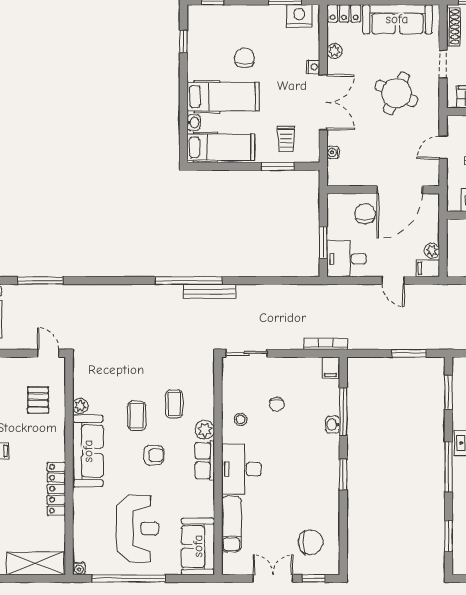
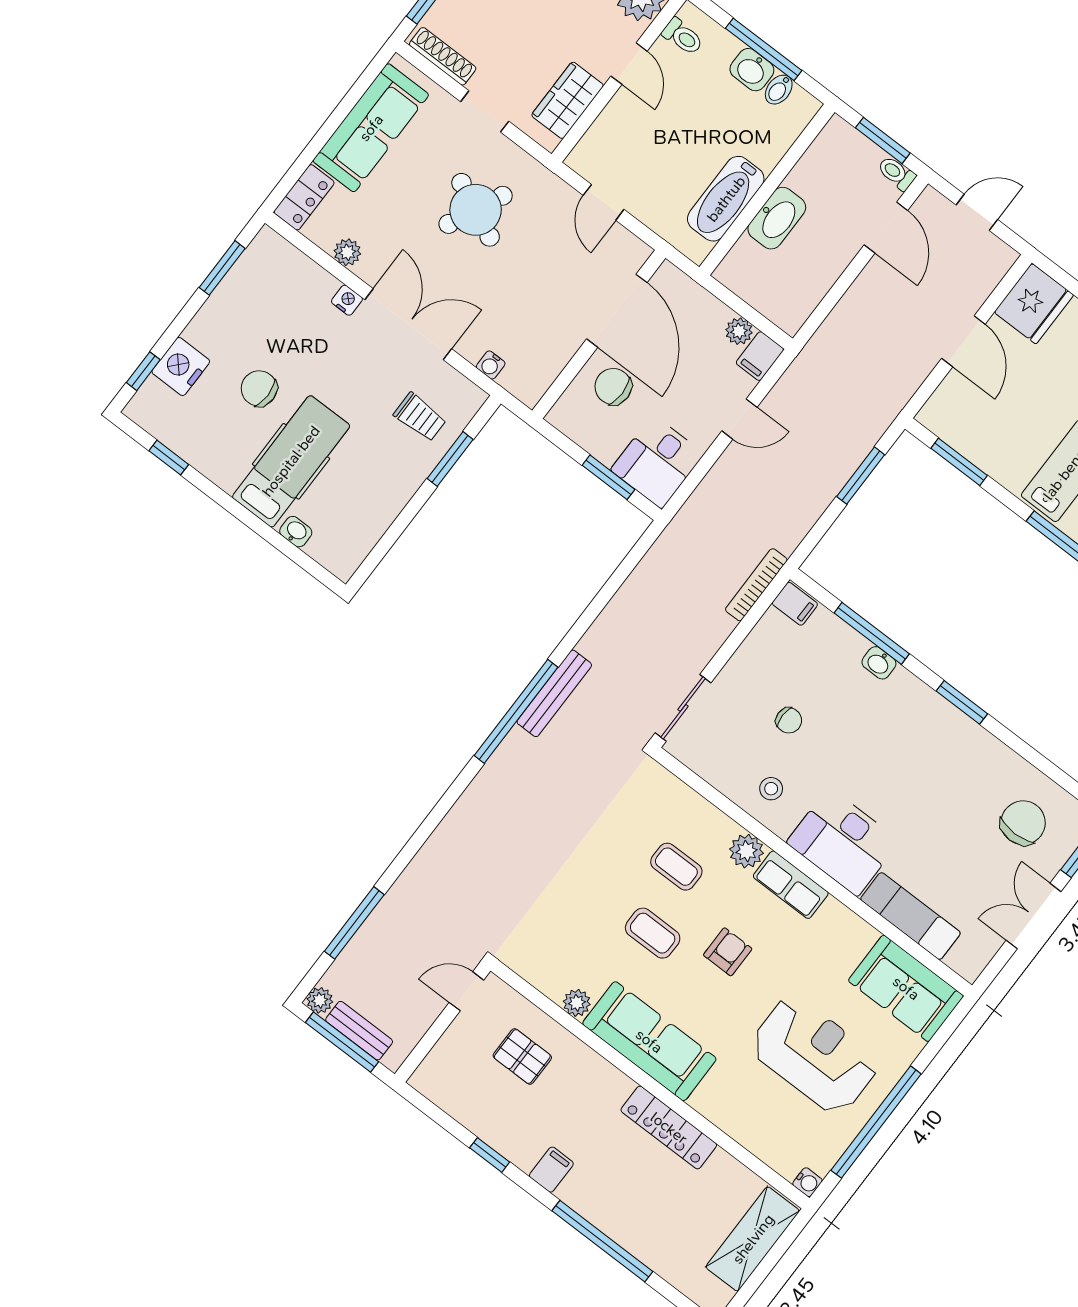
nightstand: (299, 16) -> (181, 366), moved
hospital bed: (221, 147) -> (361, 520), removed

